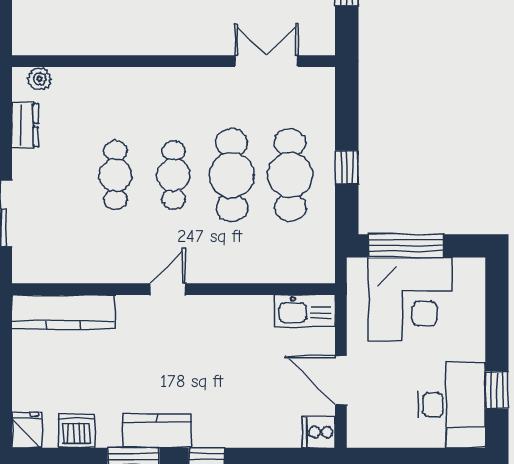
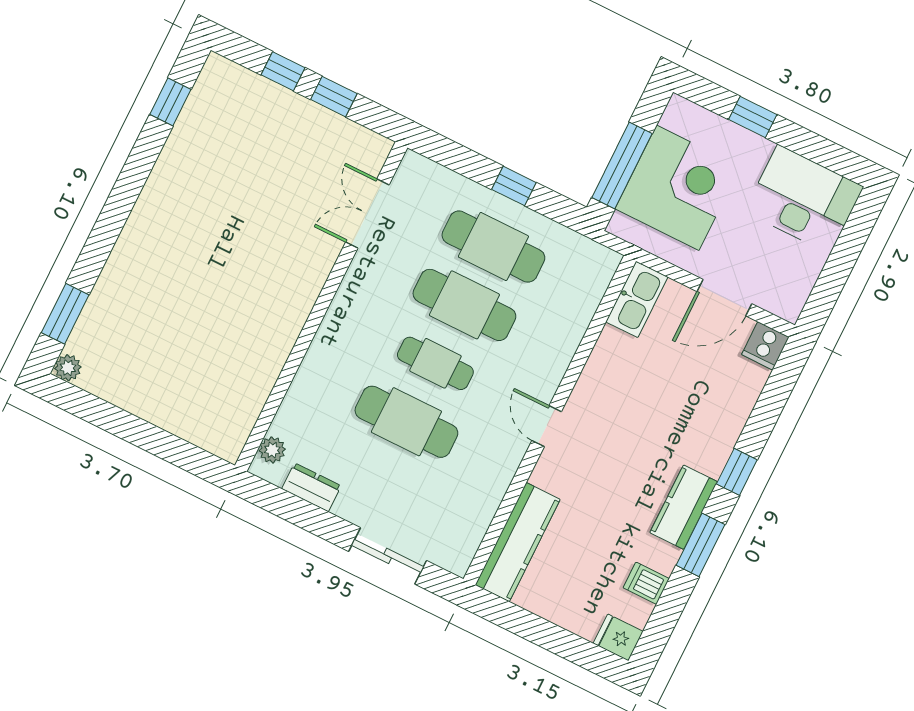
cafe table: (115, 175) -> (406, 422), width x1.37, depth x1.35
window: (497, 390) -> (753, 117), moved
dishwasher: (76, 431) -> (646, 583), width x0.73

